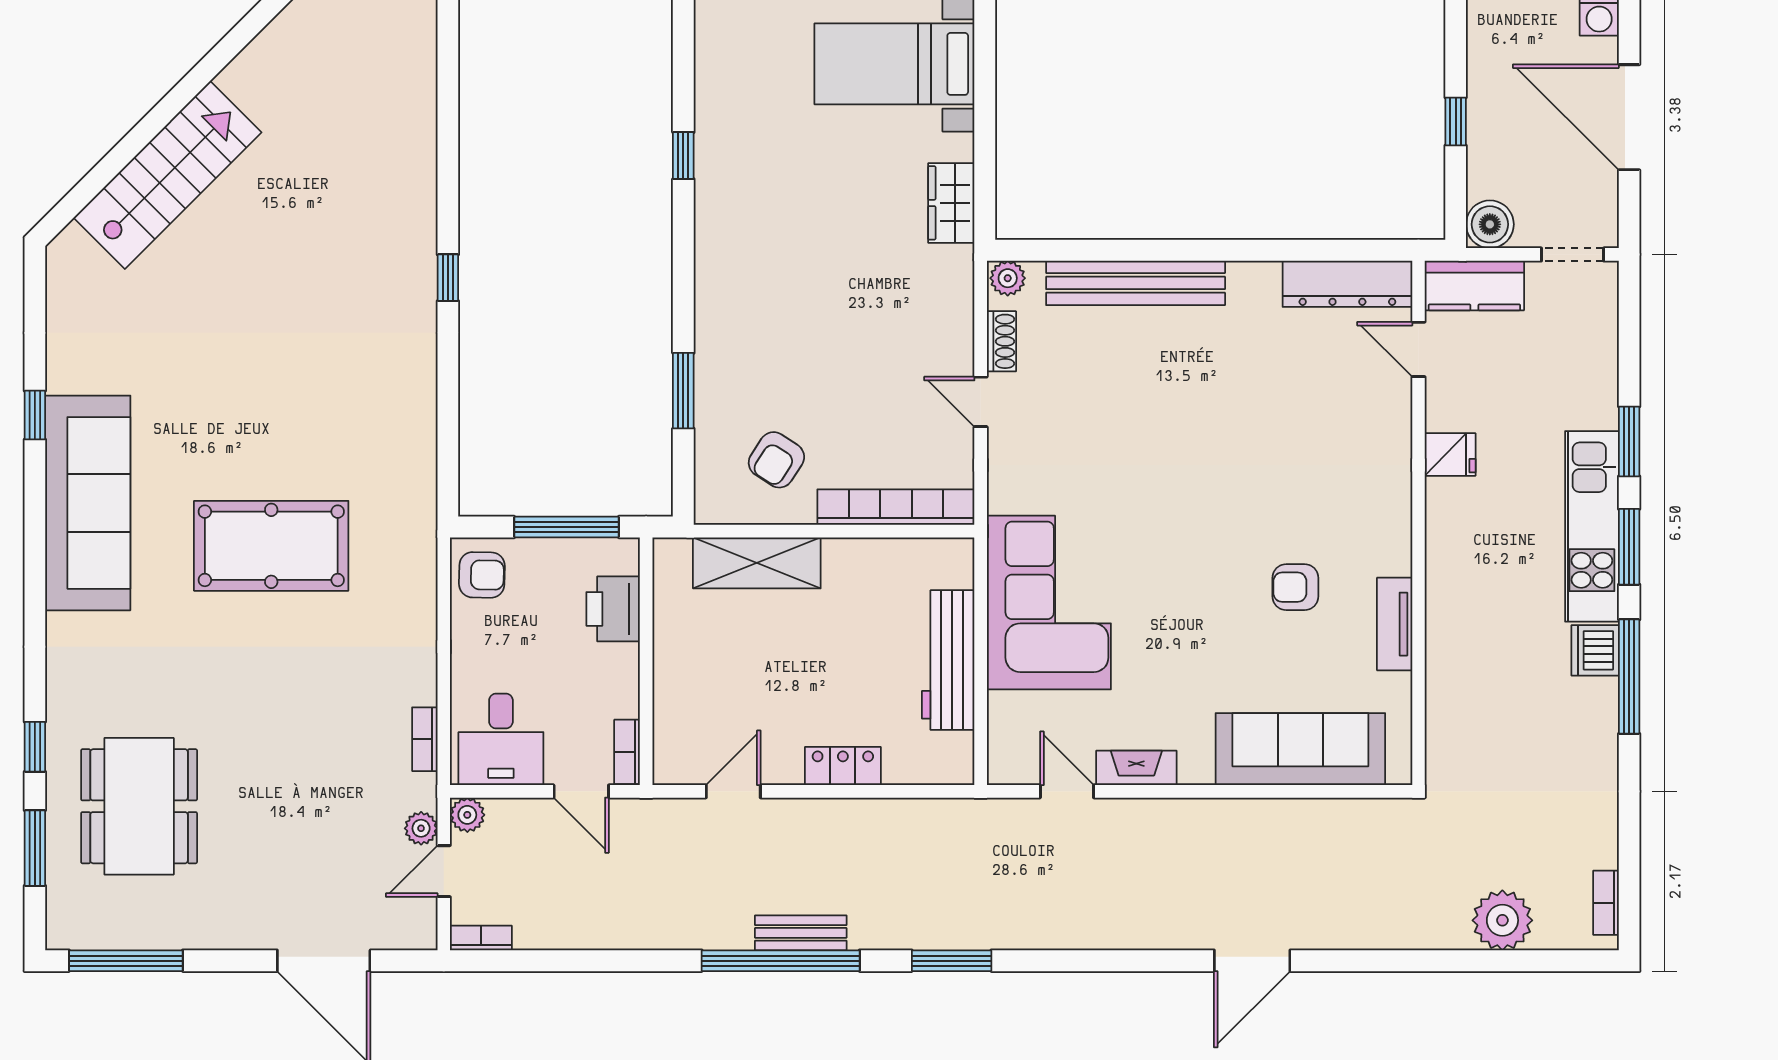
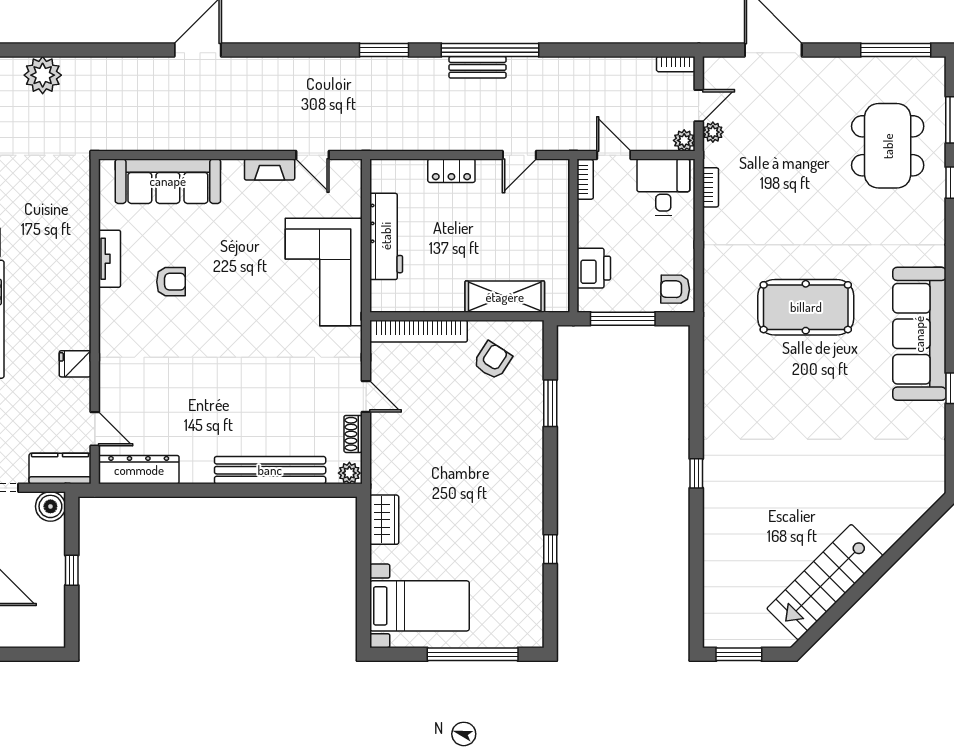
stairs: (167, 175) -> (825, 582), moved

